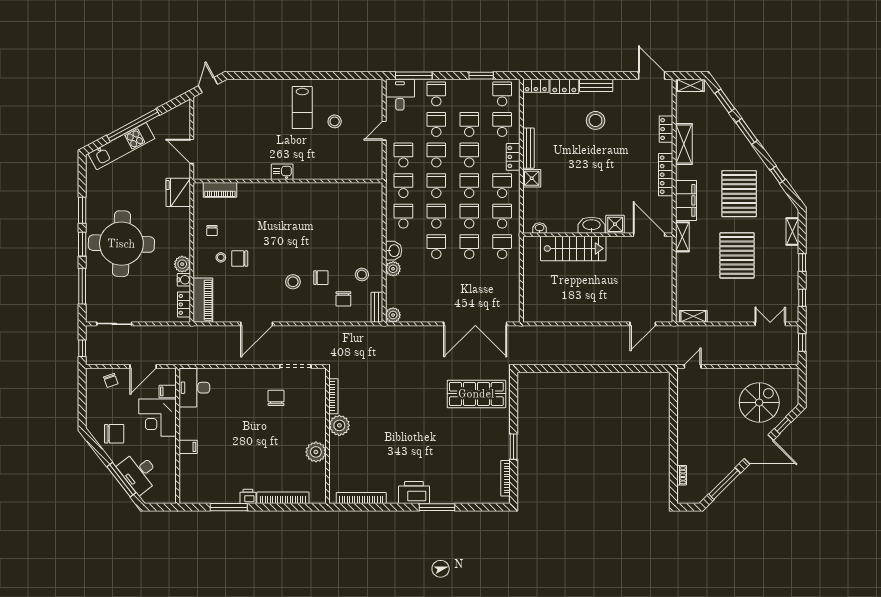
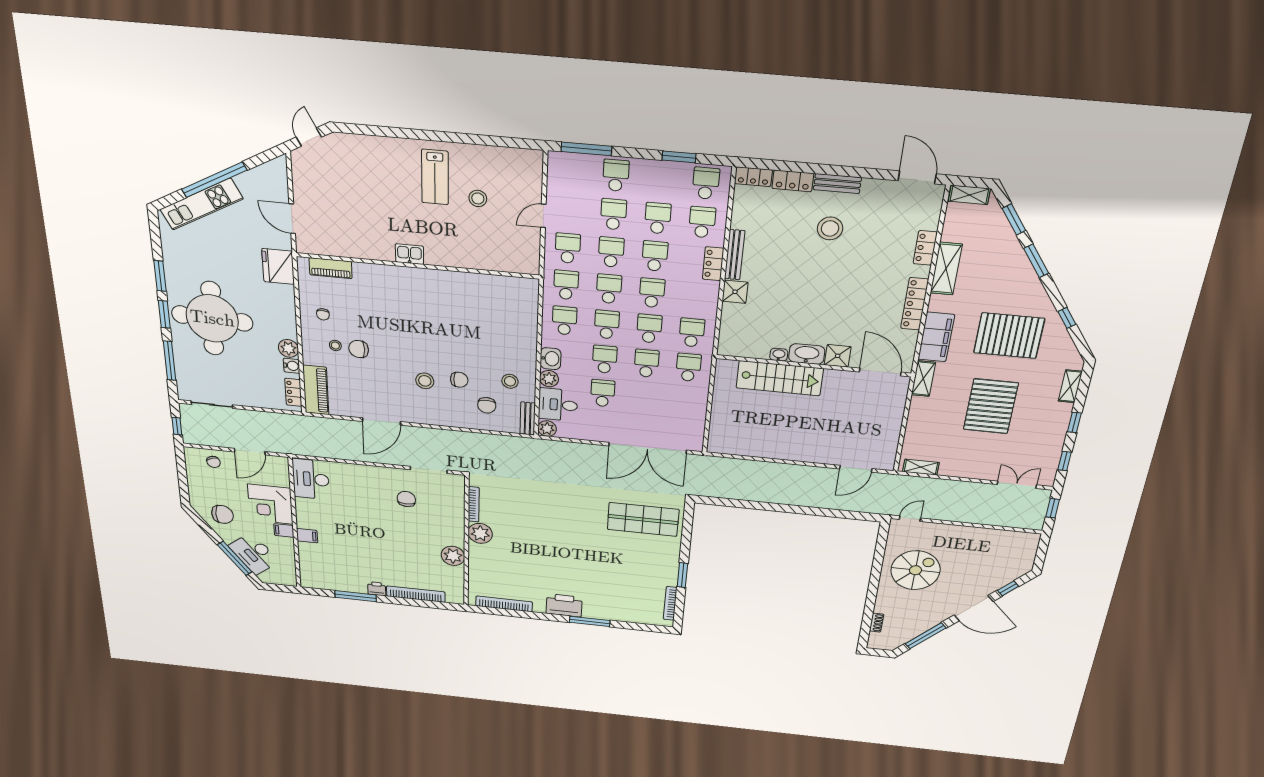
desk: (400, 95) -> (558, 405), moved, turned -90
school desk: (502, 186) -> (603, 393), moved
pallet: (739, 194) -> (1009, 336), turned 90
washbasin: (540, 228) -> (779, 355), moved
filing cabinet: (168, 391) -> (284, 530), moved
spiral stairs: (759, 402) -> (915, 570), moved

